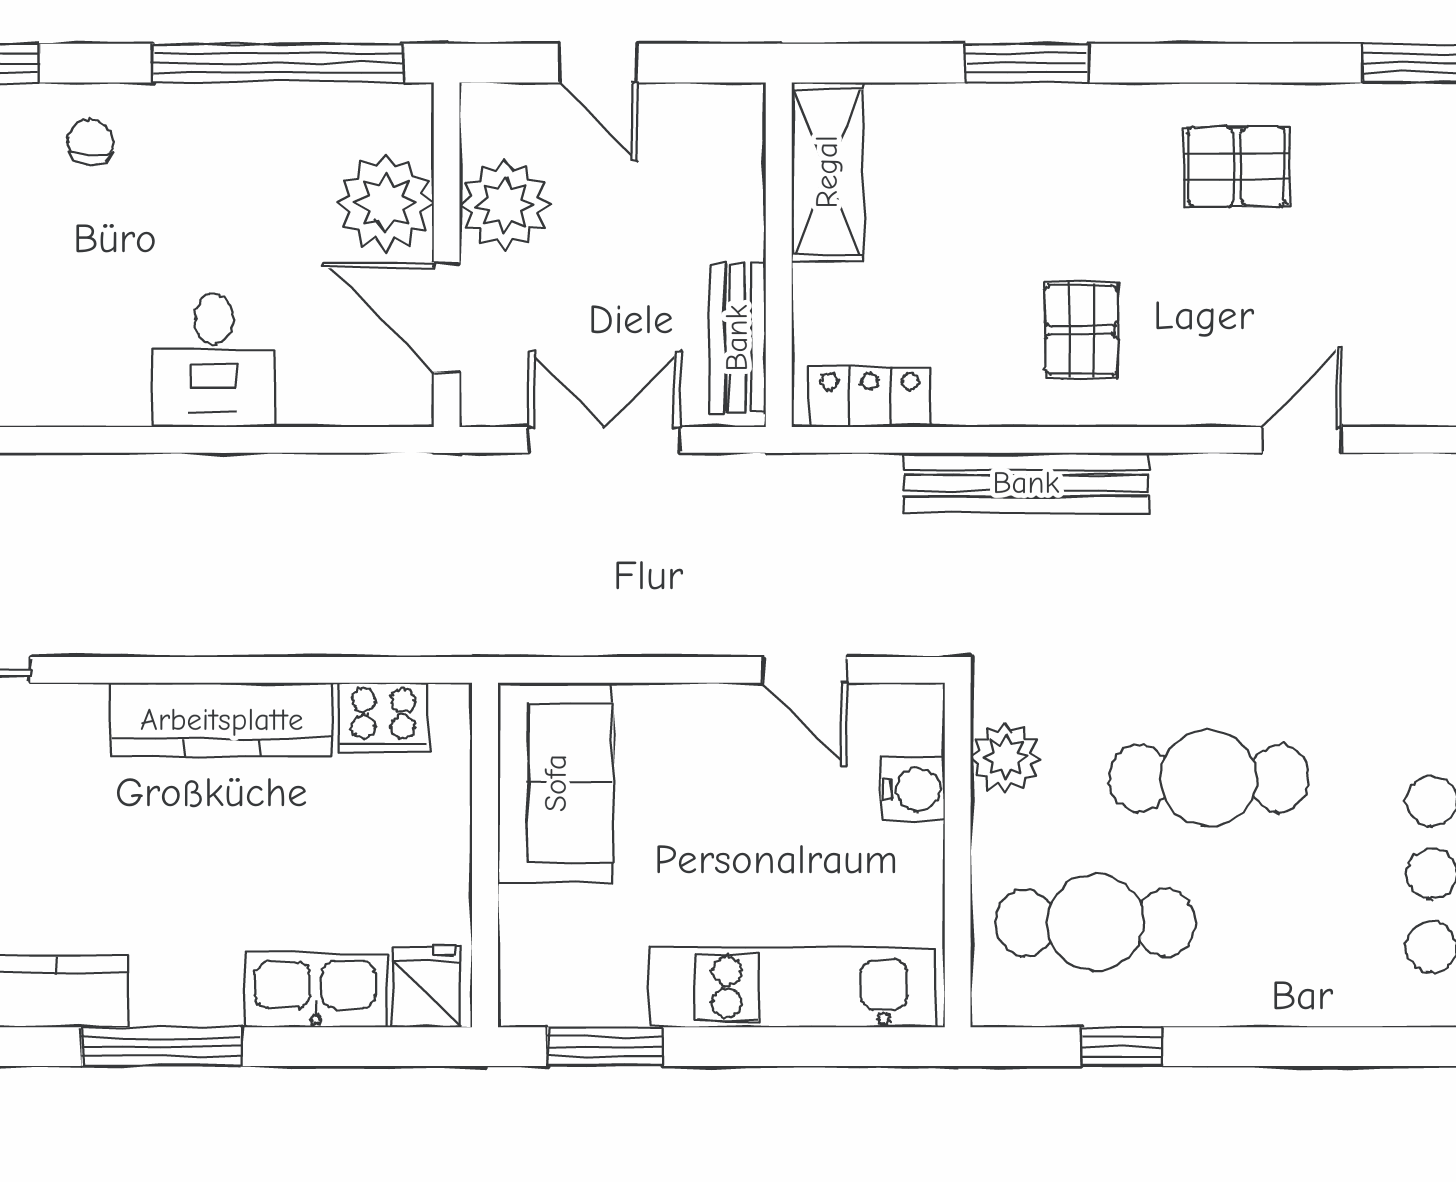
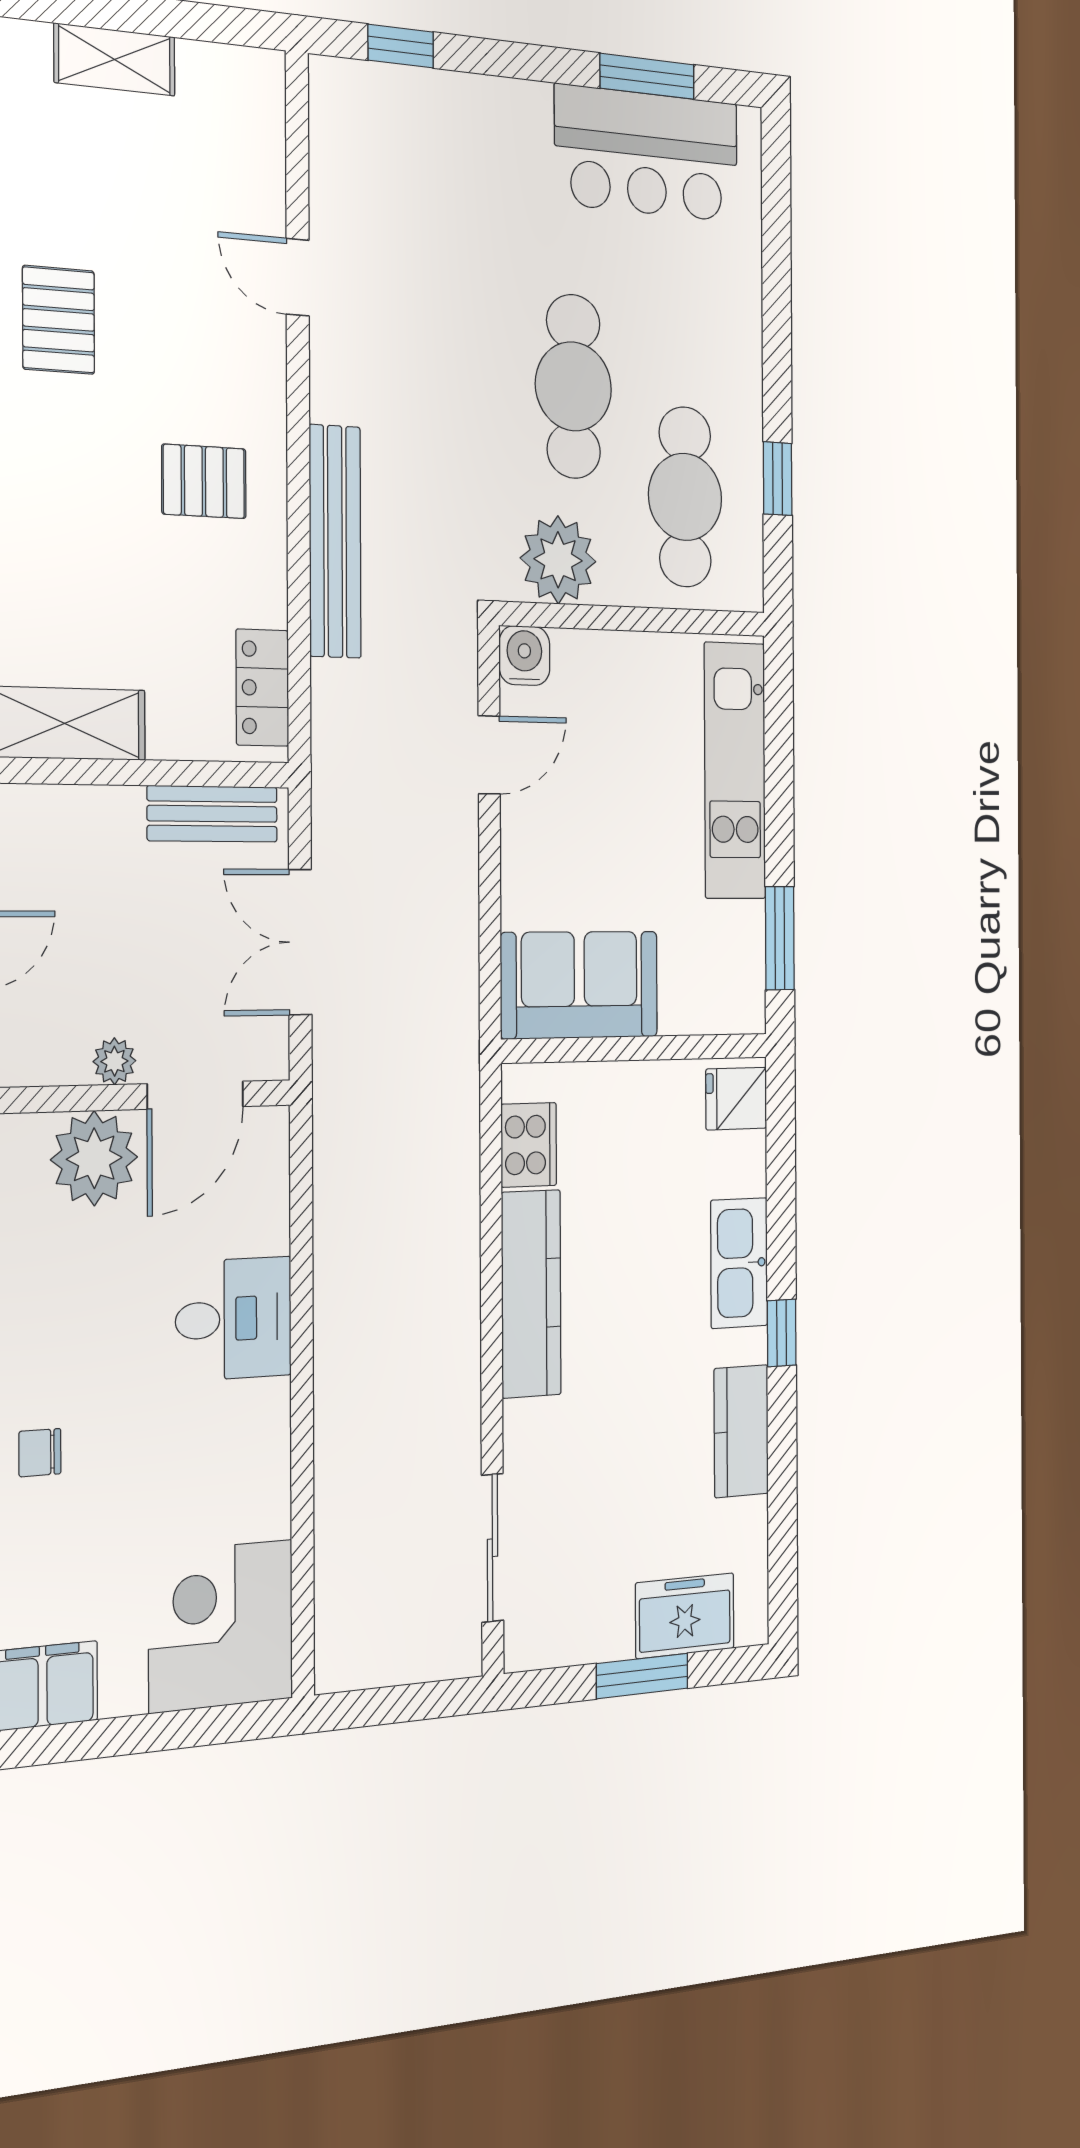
plant: (505, 205) -> (114, 1061), width x0.53, depth x0.53
plant: (1006, 758) -> (558, 560), width x1.36, depth x1.36
water cooler: (913, 789) -> (524, 656), moved
kitchen sink: (316, 990) -> (739, 1263), moved
window: (162, 1047) -> (782, 1333), width x0.46

